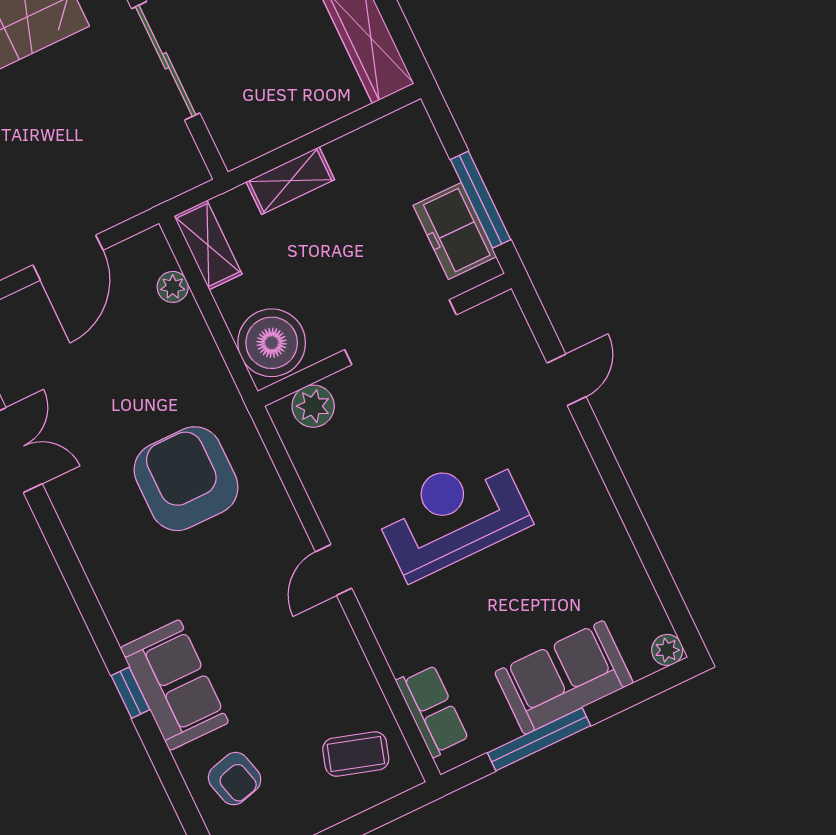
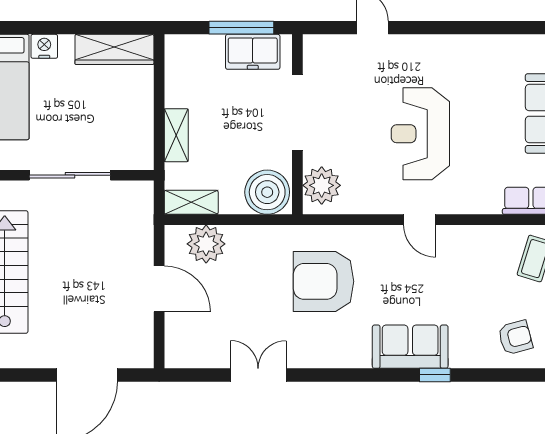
plant: (173, 287) -> (206, 244), width x1.88, depth x1.88
plant: (313, 406) -> (322, 185), width x1.36, depth x1.36
sofa: (175, 685) -> (410, 347), moved

